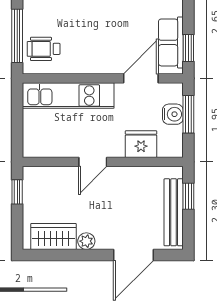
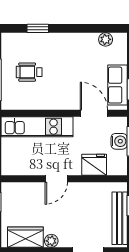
wheelchair: (44, 49) -> (29, 72), moved
door: (141, 78) -> (94, 113), hinge flipped

